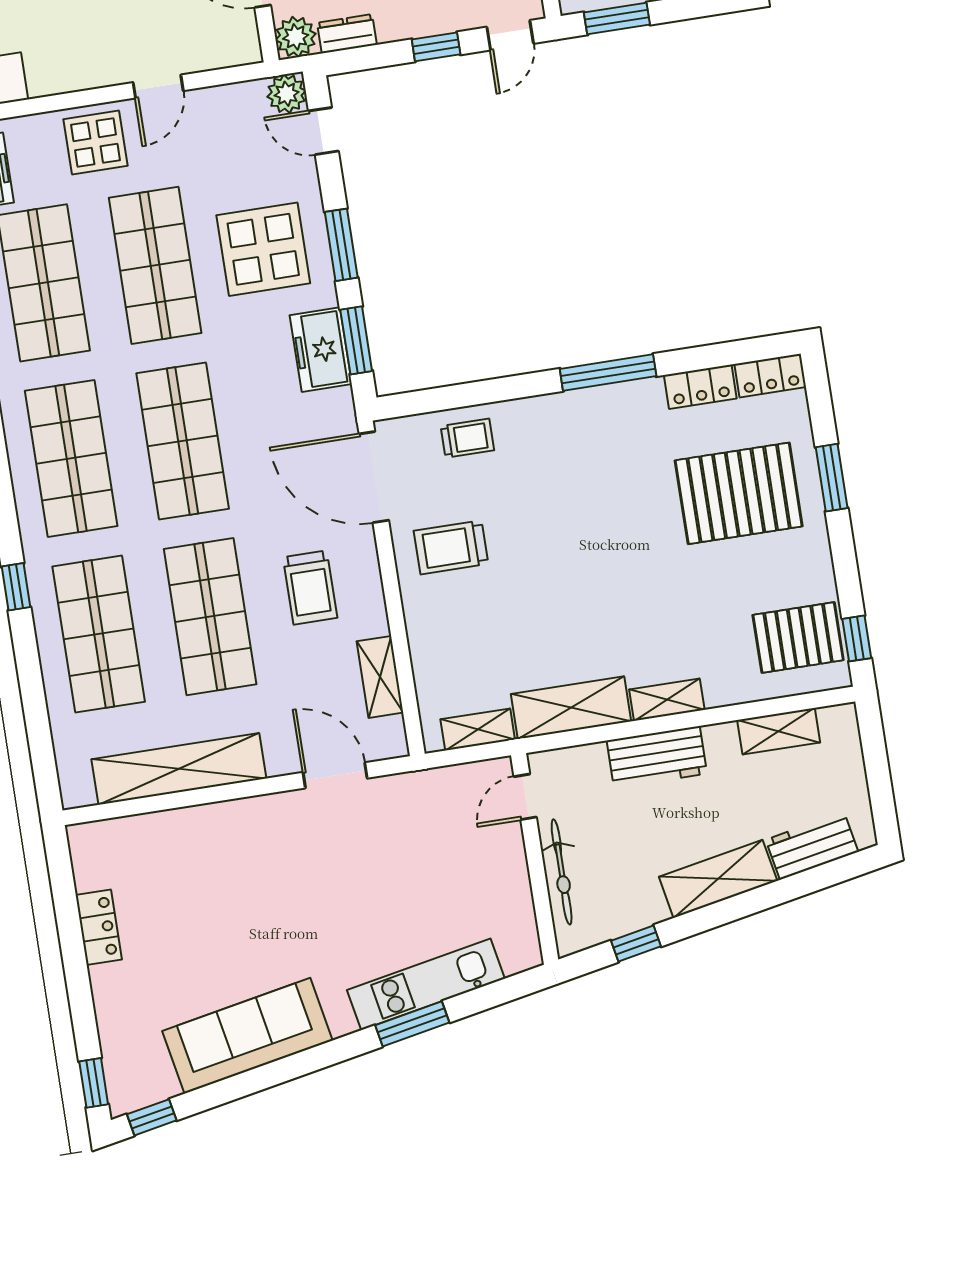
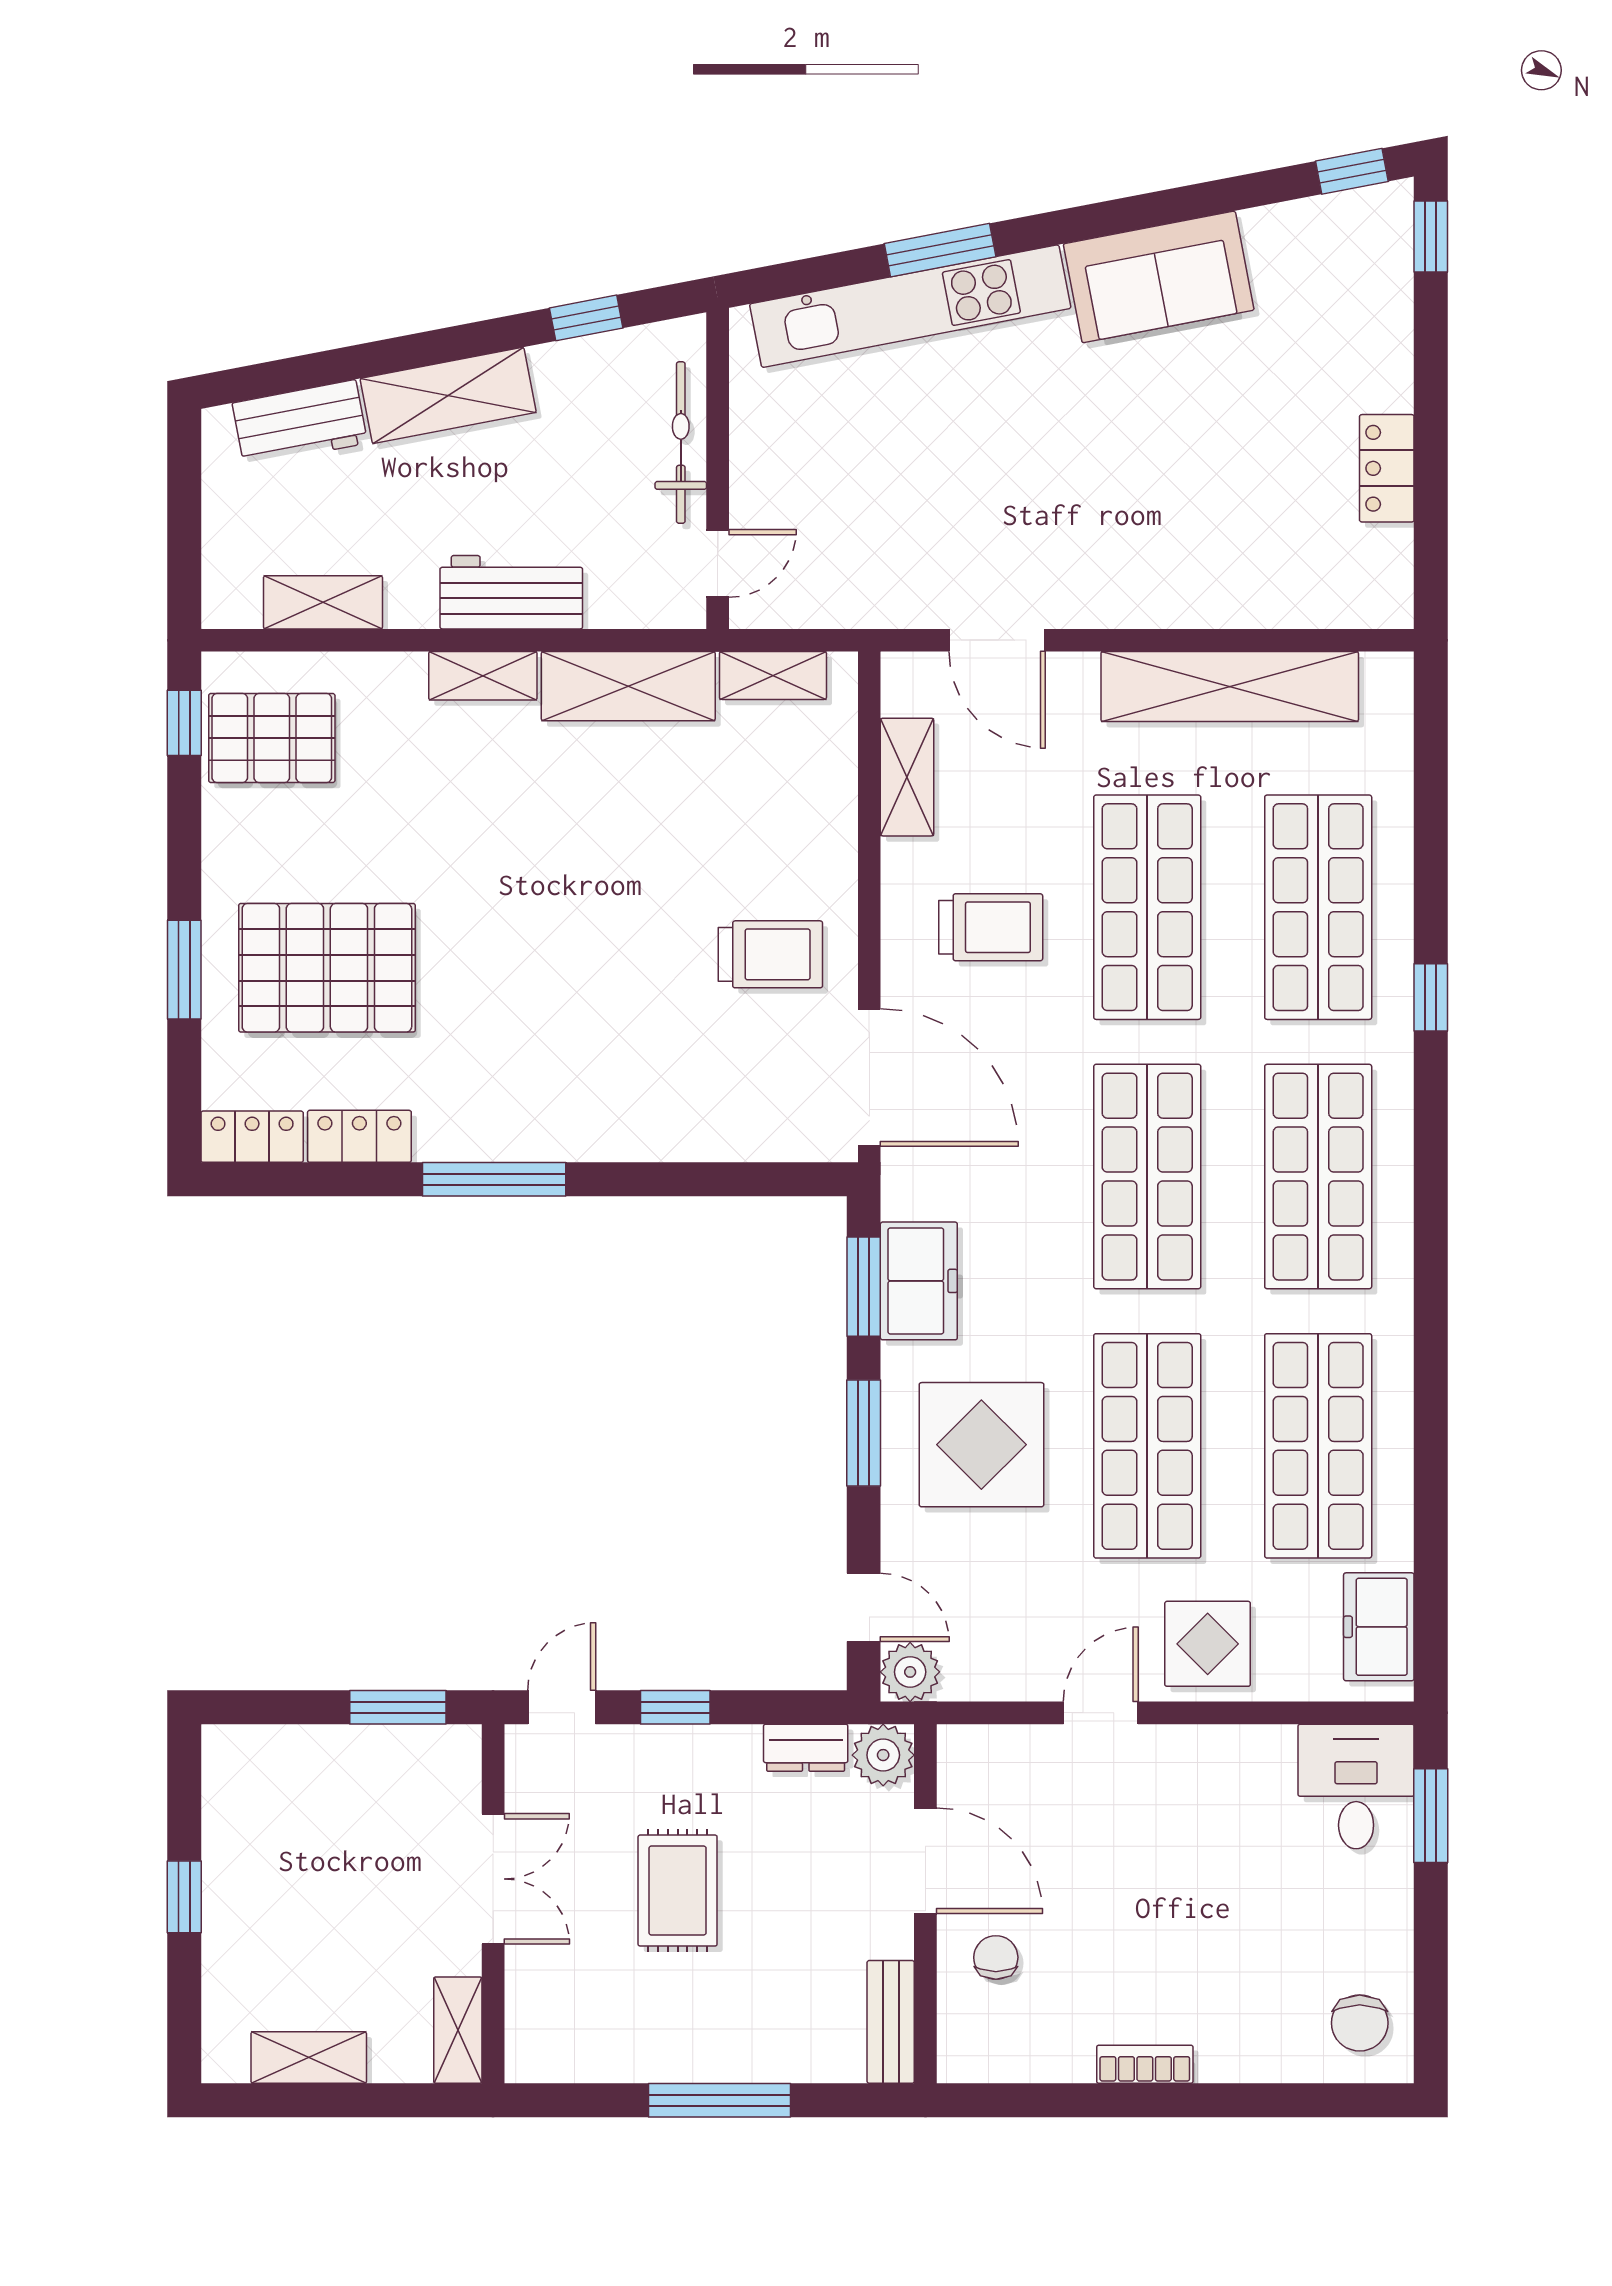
trolley: (467, 438) -> (720, 1114), removed
trolley: (310, 588) -> (991, 927), turned 90
kitchen unit: (426, 984) -> (910, 306), width x1.36
sofa: (247, 1036) -> (1159, 277), width x0.73

